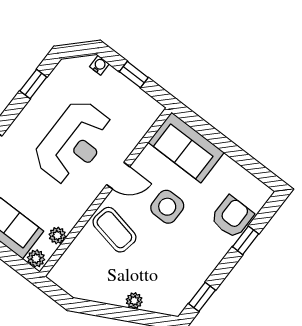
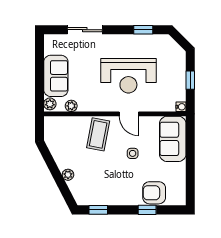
water cooler: (99, 65) -> (181, 107), moved
side table: (167, 207) -> (133, 153), width x0.54, depth x0.54
armchair: (232, 217) -> (154, 193), turned 180

